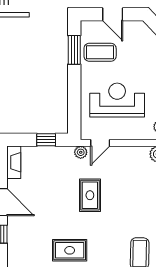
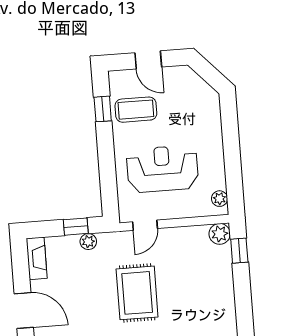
window: (74, 50) -> (103, 109), width x0.67
plant: (81, 152) -> (88, 242), moved
rug: (90, 195) -> (137, 293), width x1.36, depth x1.43

